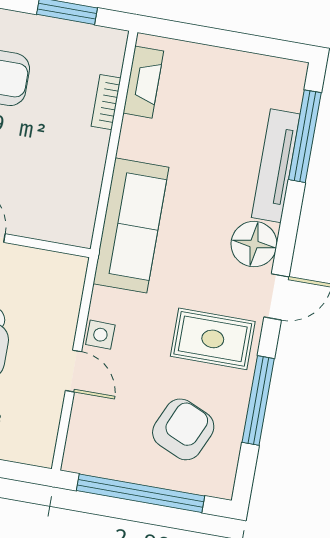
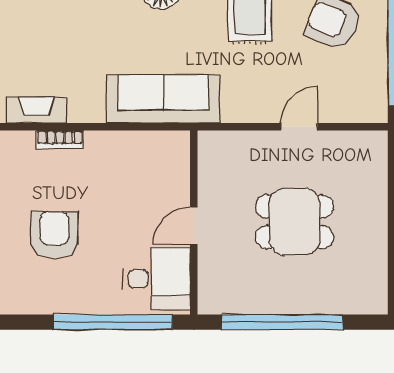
side table: (100, 335) -> (263, 109), removed

